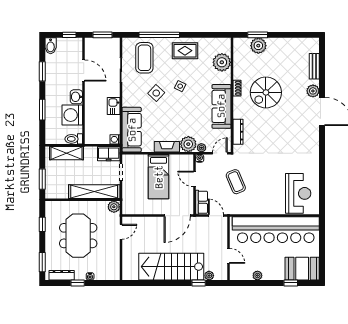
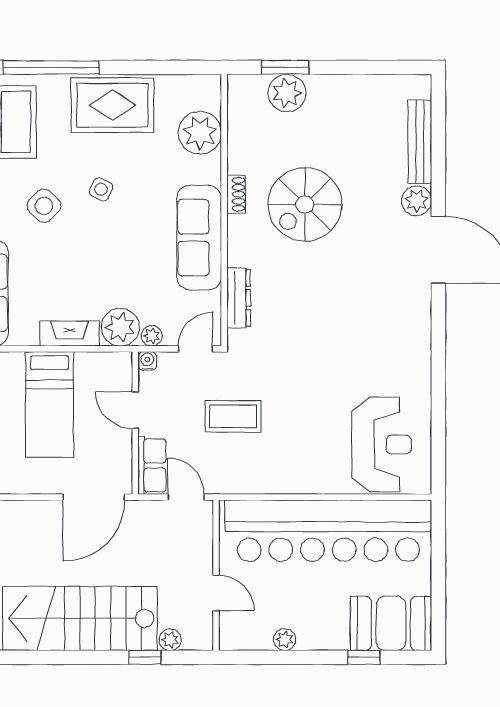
rug: (185, 51) -> (112, 105), width x1.36, depth x1.43
bench: (314, 66) -> (420, 142), width x1.36
coffee table: (236, 182) -> (233, 416), turned -67

